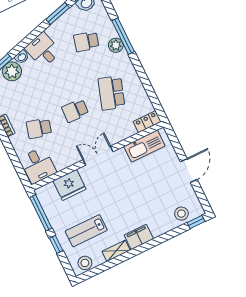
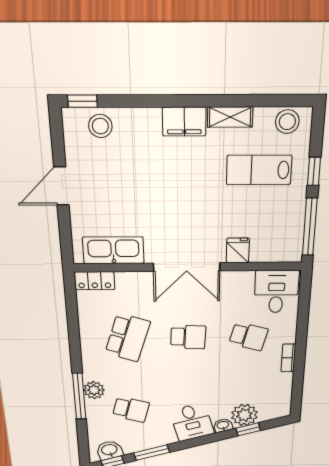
double door: (98, 156) -> (187, 267), width x1.37
fridge: (70, 185) -> (238, 250), width x0.53, depth x0.75
lab bench: (86, 231) -> (259, 170), turned 180

